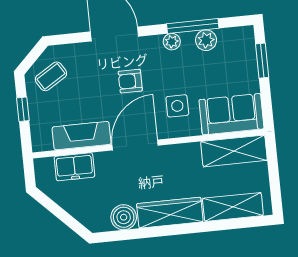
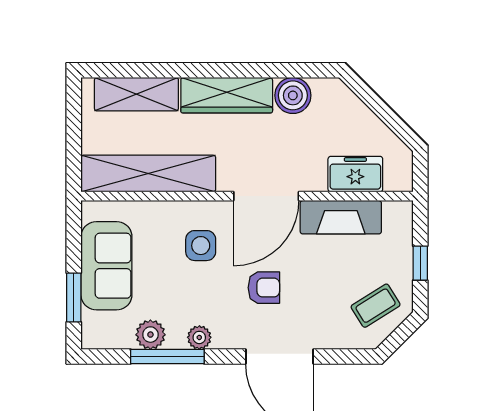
sofa: (231, 114) -> (106, 266), moved, turned -90
shelving: (234, 151) -> (148, 174), width x1.47

